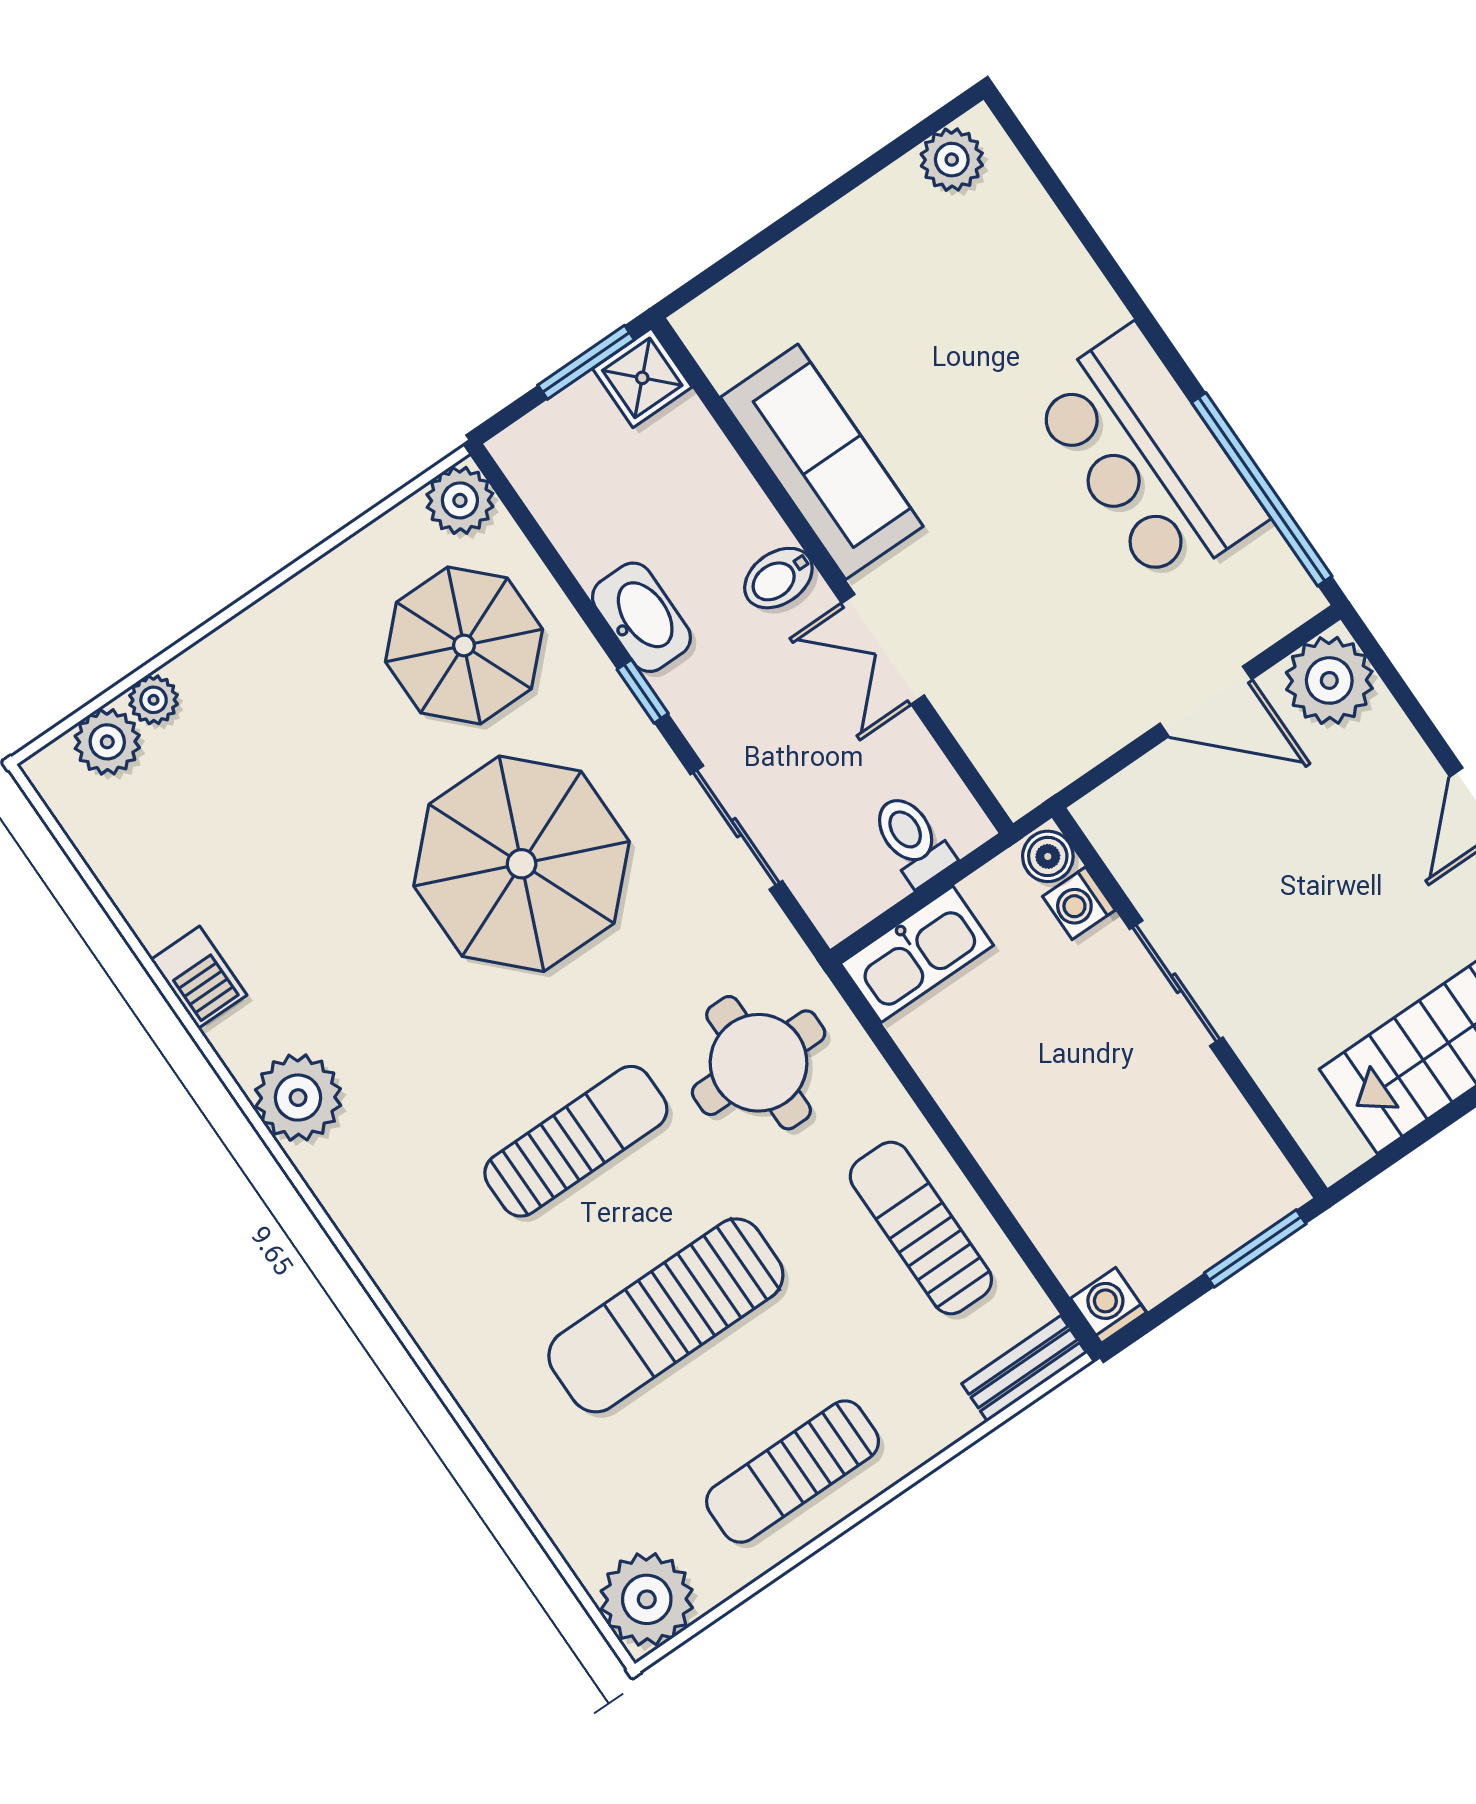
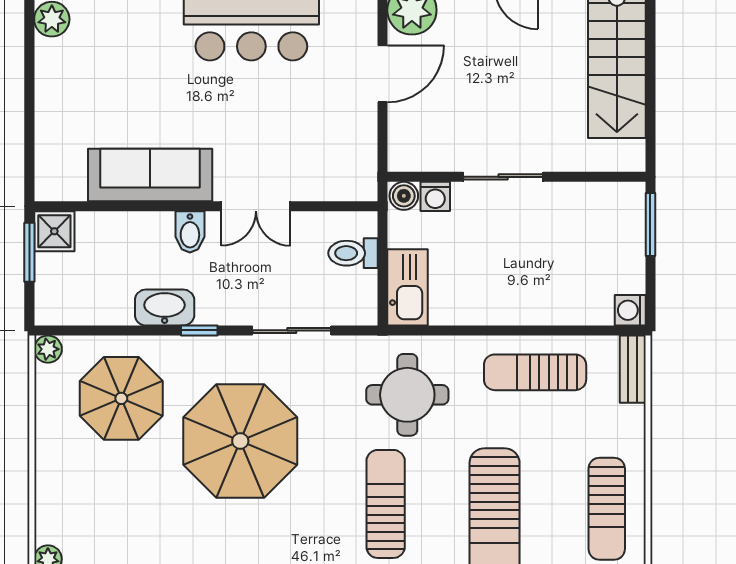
plant: (460, 500) -> (48, 349), width x0.73, depth x0.73

